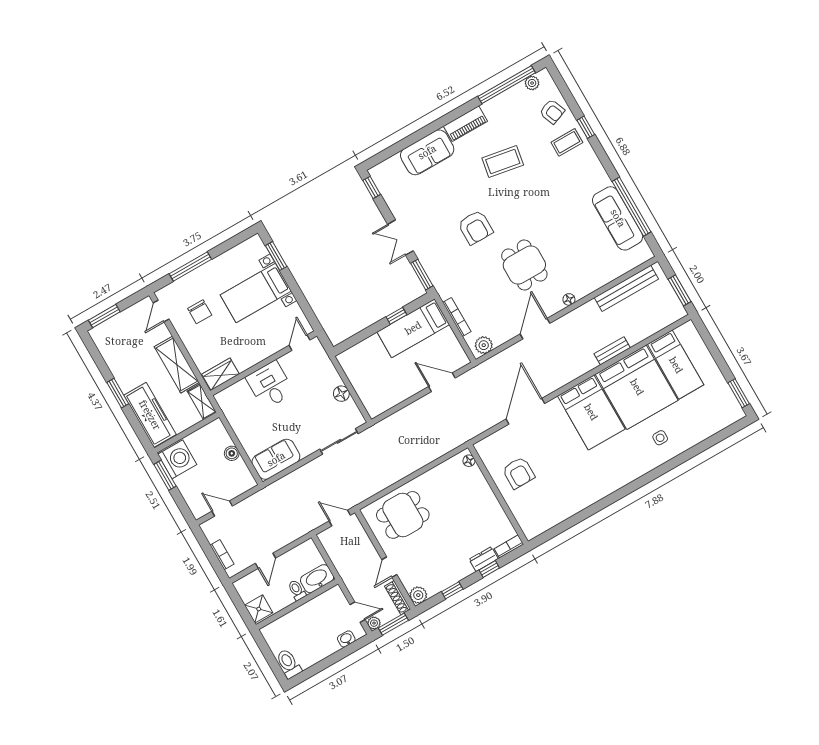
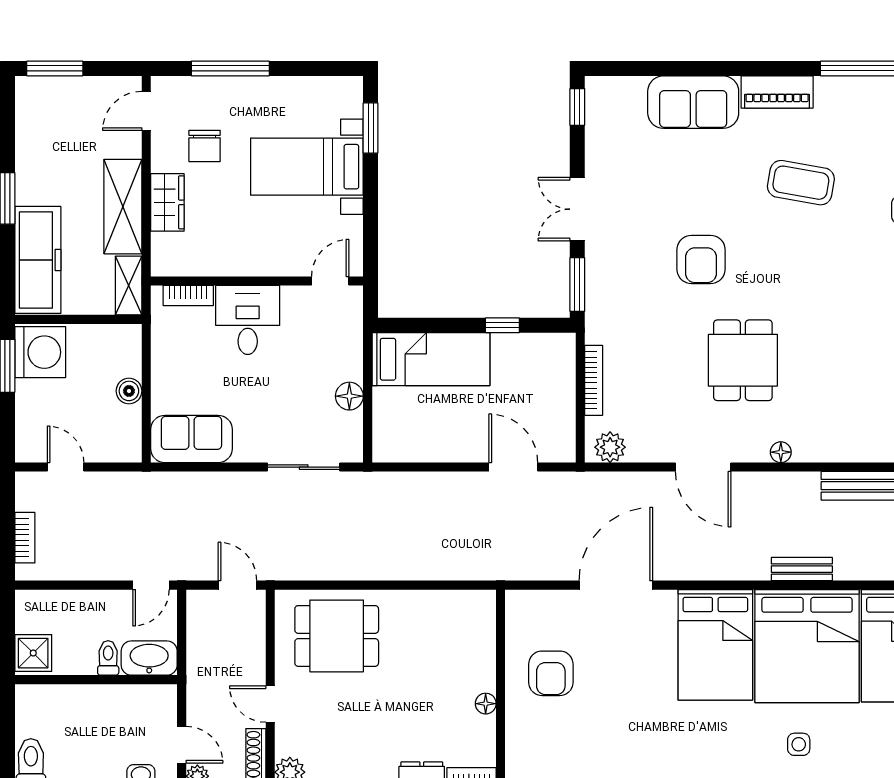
bed: (413, 328) -> (431, 359), moved, turned 180
door: (535, 329) -> (703, 467), swing flipped
wardrobe: (221, 374) -> (167, 202), moved, turned 90
bookcase: (234, 390) -> (188, 296), added
floor lamp: (469, 461) -> (486, 704), moved
door: (266, 561) -> (151, 585), moved
door: (389, 567) -> (270, 704), hinge flipped

